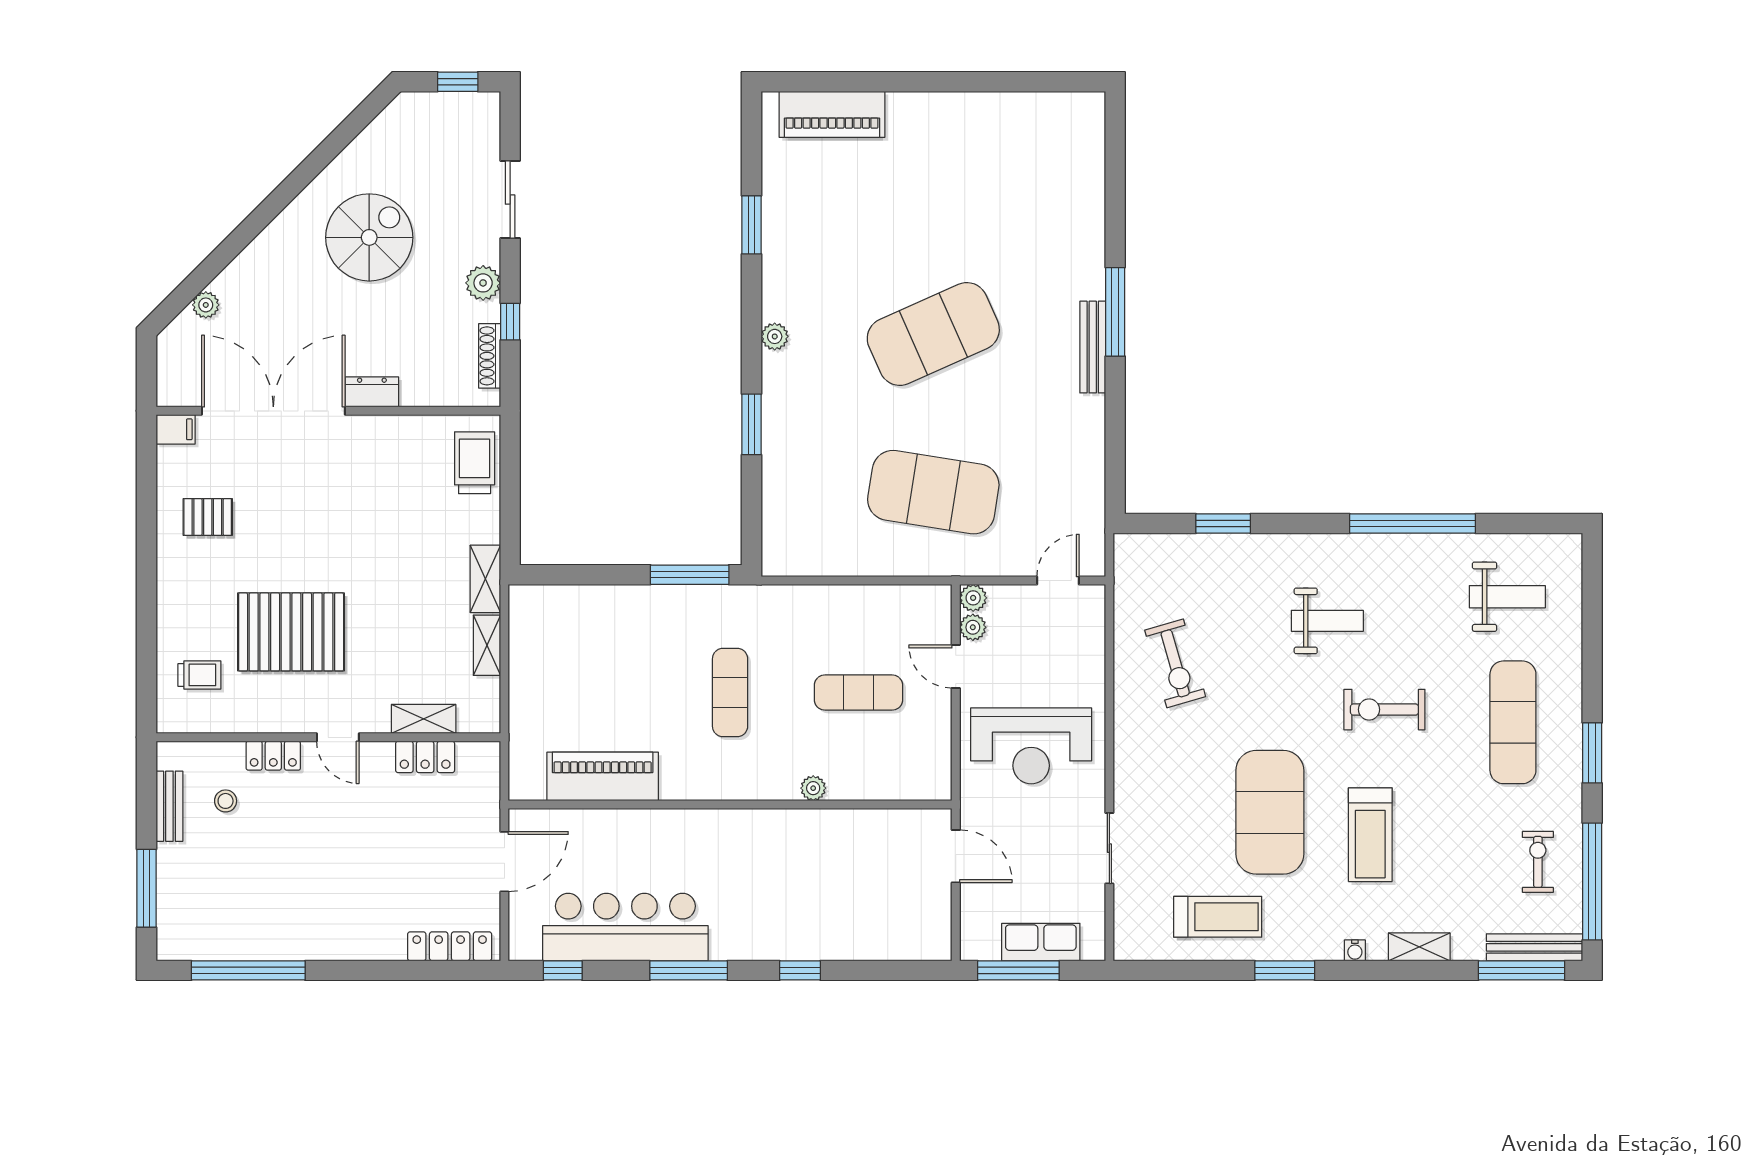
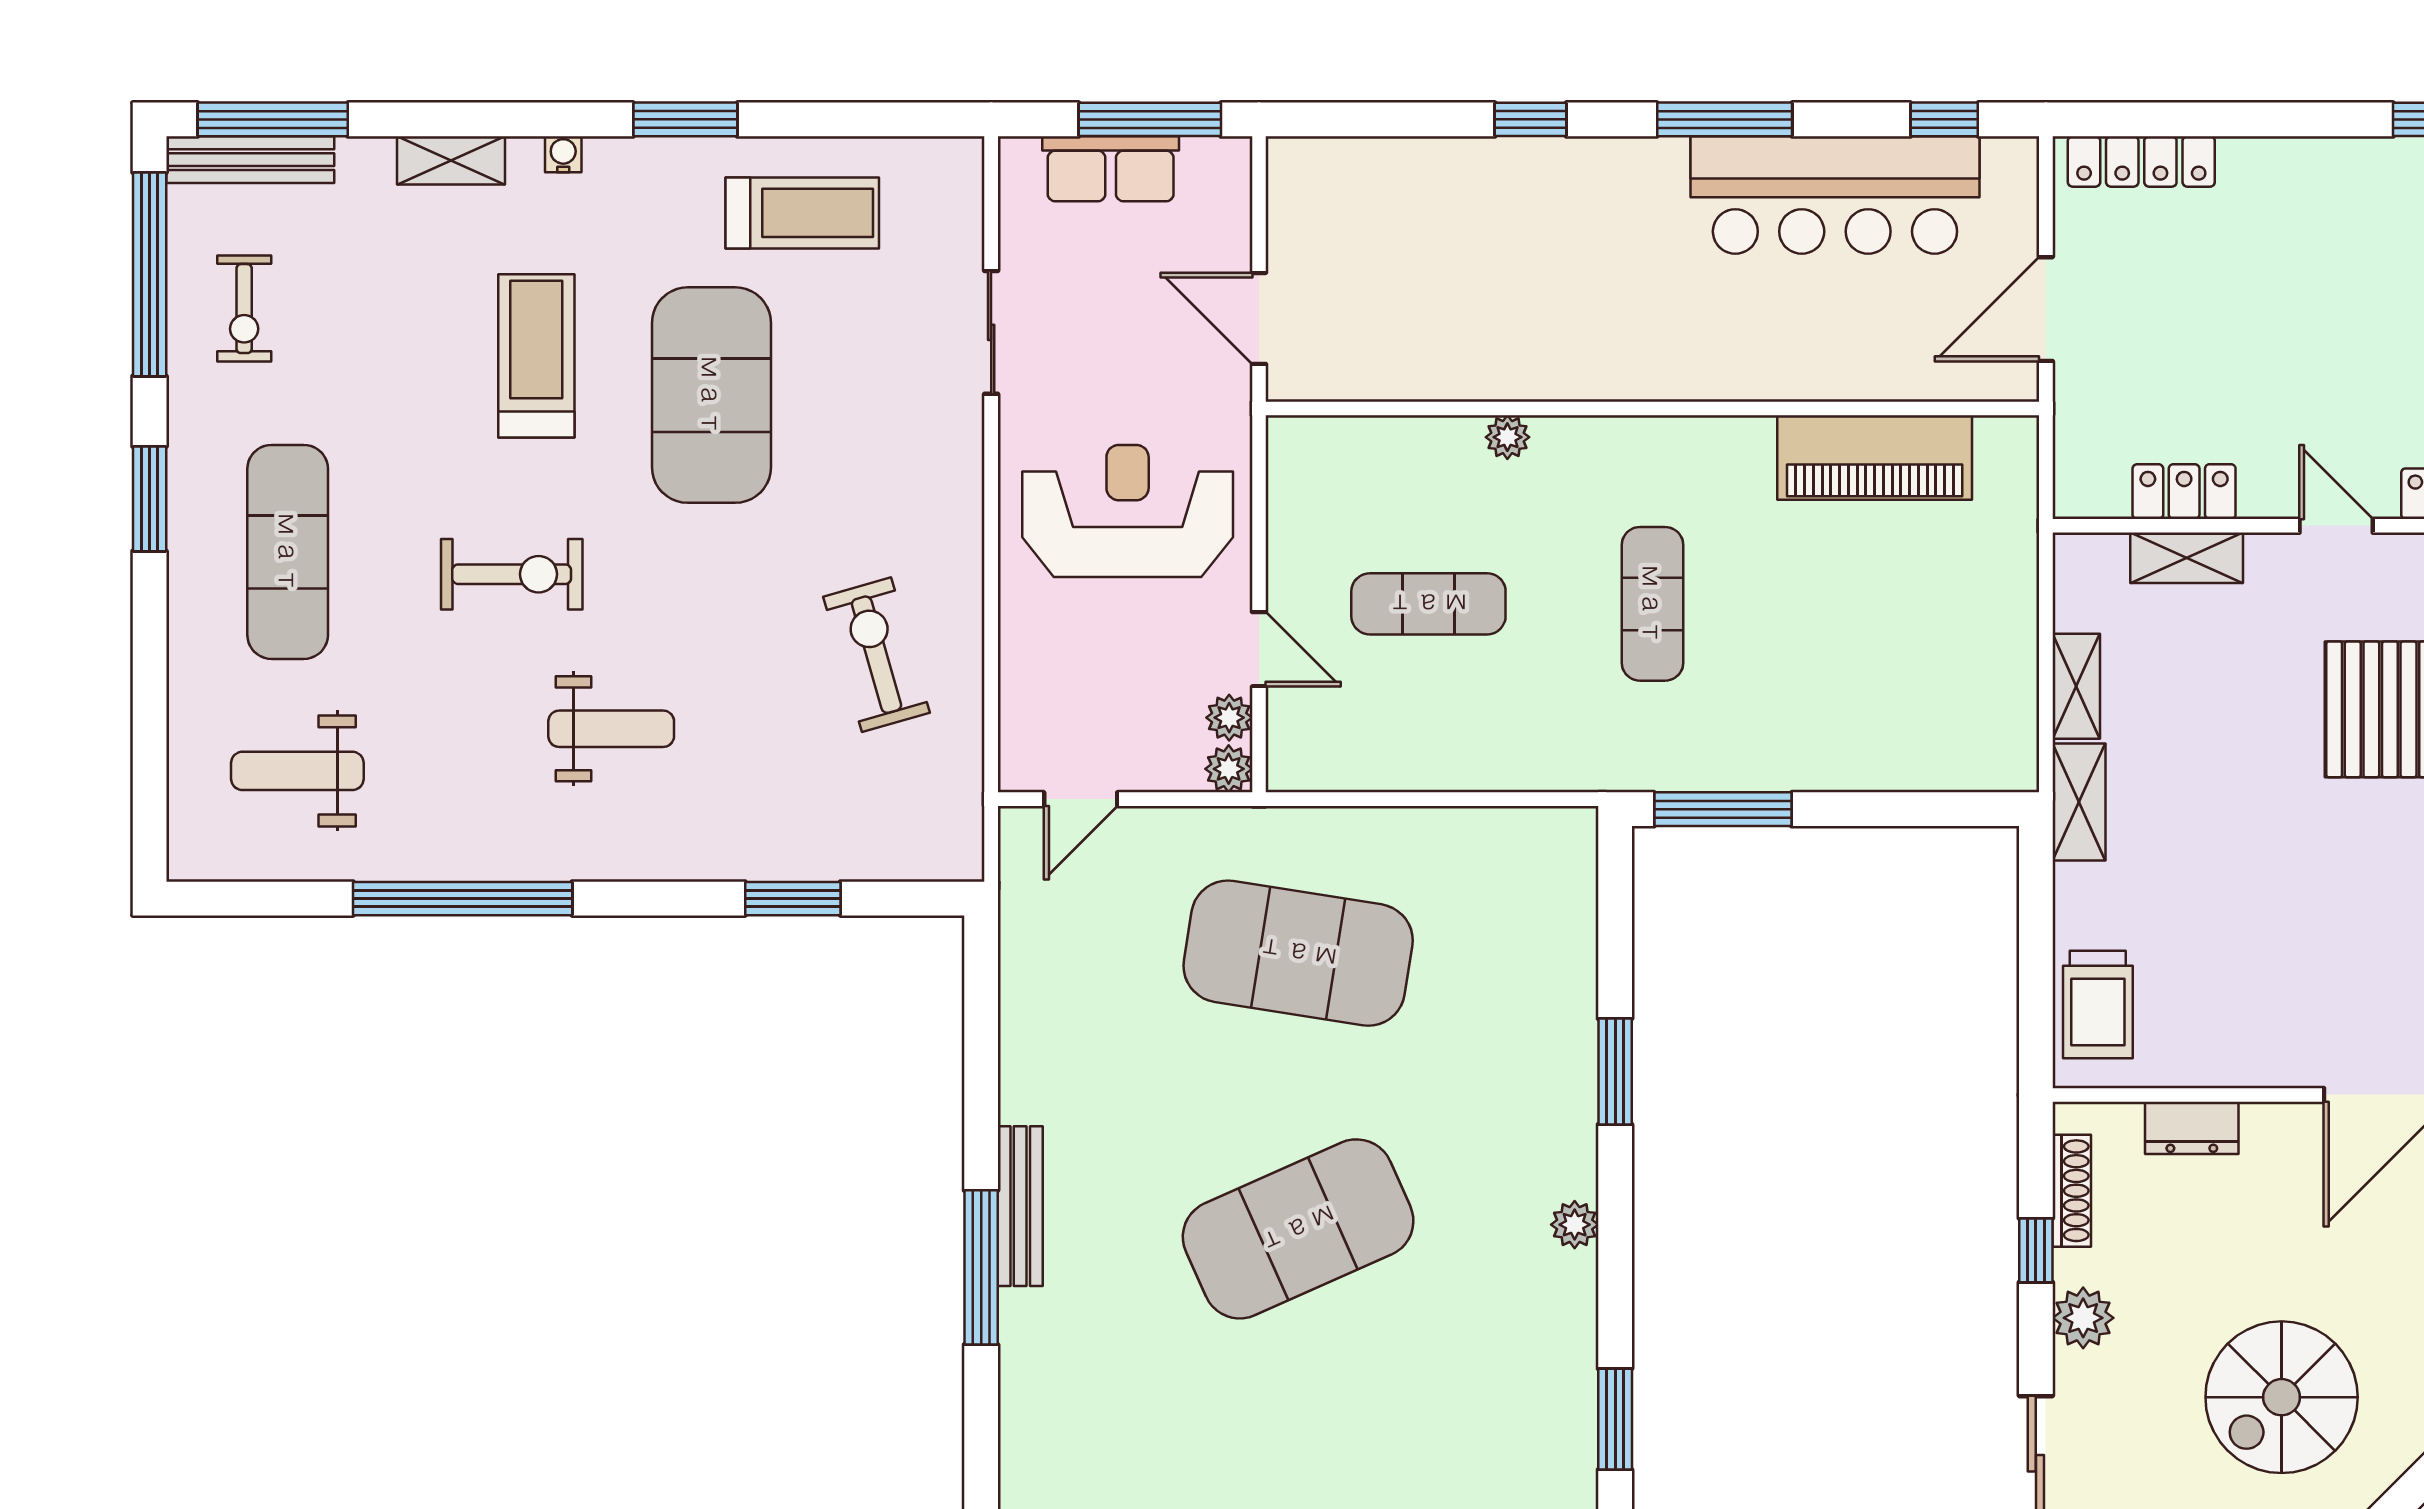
dresser: (372, 392) -> (2192, 1128), moved
weight bench: (1327, 621) -> (611, 729), turned 180
treadmill: (1218, 917) -> (802, 213), turned 180

